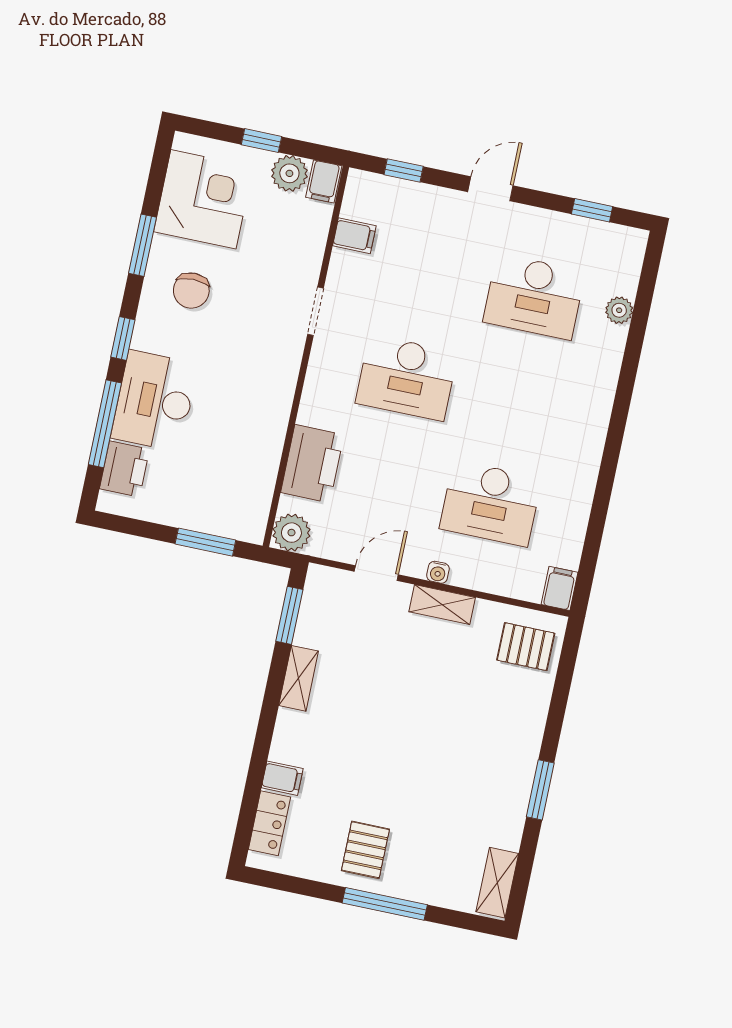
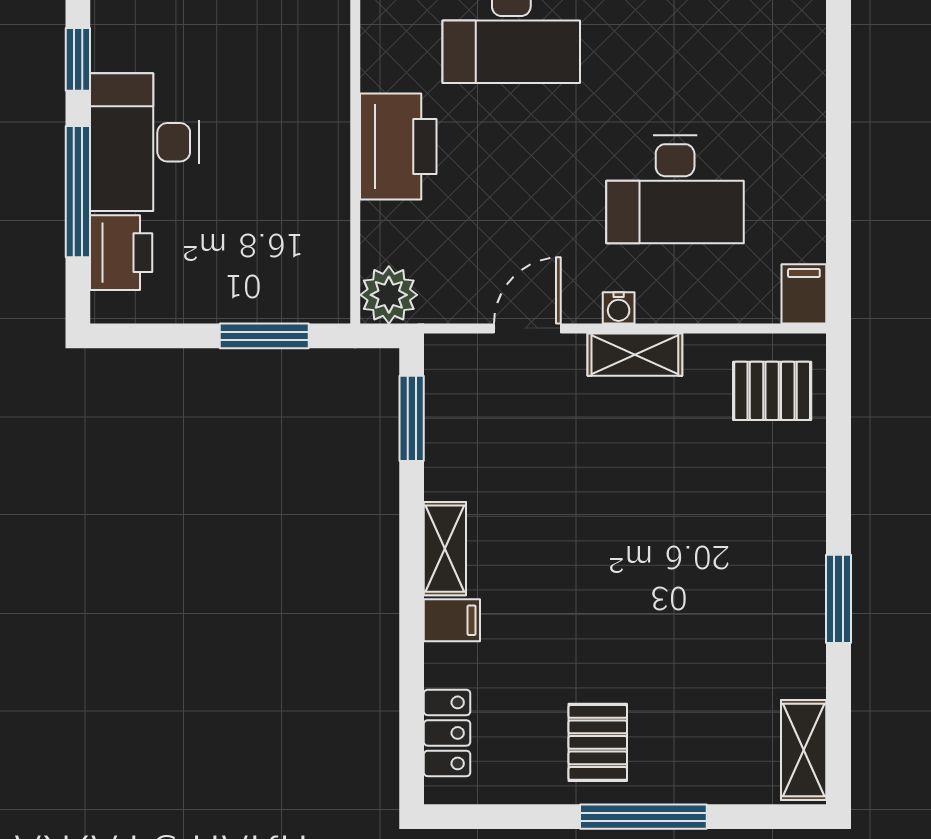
printer: (312, 464) -> (398, 147), moved
shelving: (299, 678) -> (445, 549), moved
filing cabinet: (282, 778) -> (452, 620), moved

